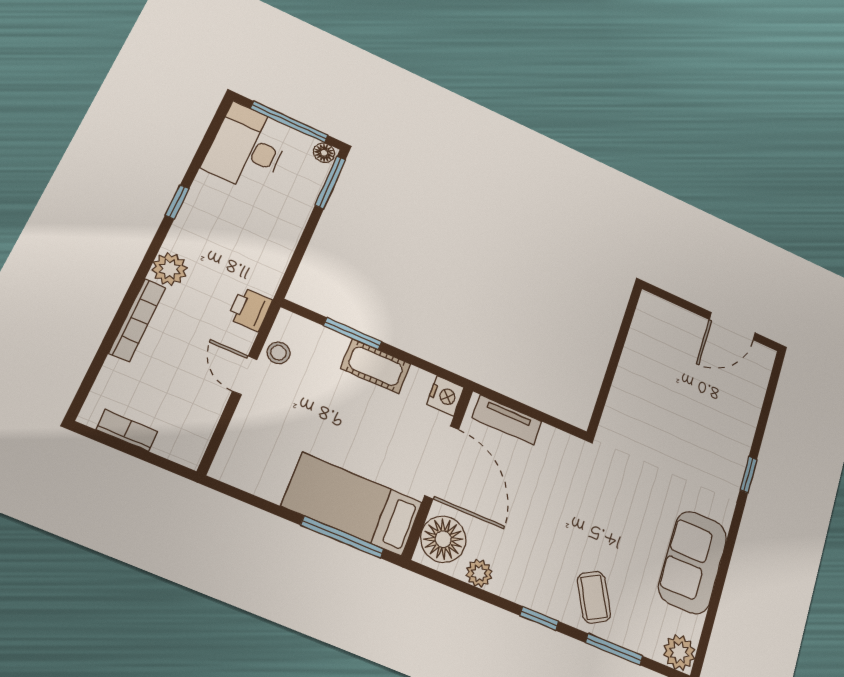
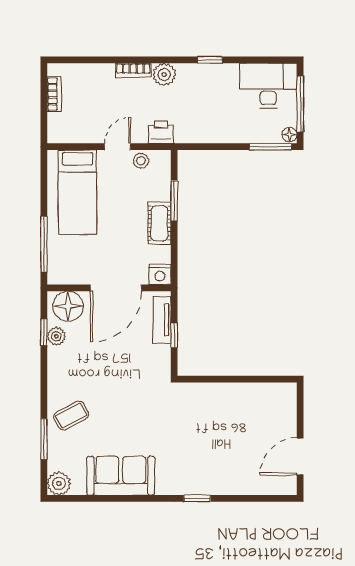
bookcase: (137, 320) -> (133, 70), width x0.64
door: (732, 326) -> (300, 456), hinge flipped
window: (533, 413) -> (174, 335), added
bed: (352, 504) -> (77, 192), moved, turned 180
window: (539, 618) -> (44, 332), moved

